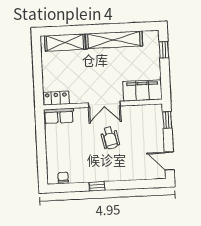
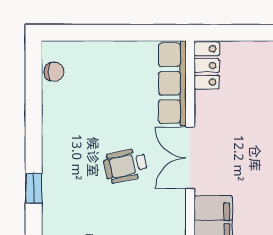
row of seats: (59, 116) -> (172, 83), width x1.48
window: (97, 186) -> (34, 188), moved

